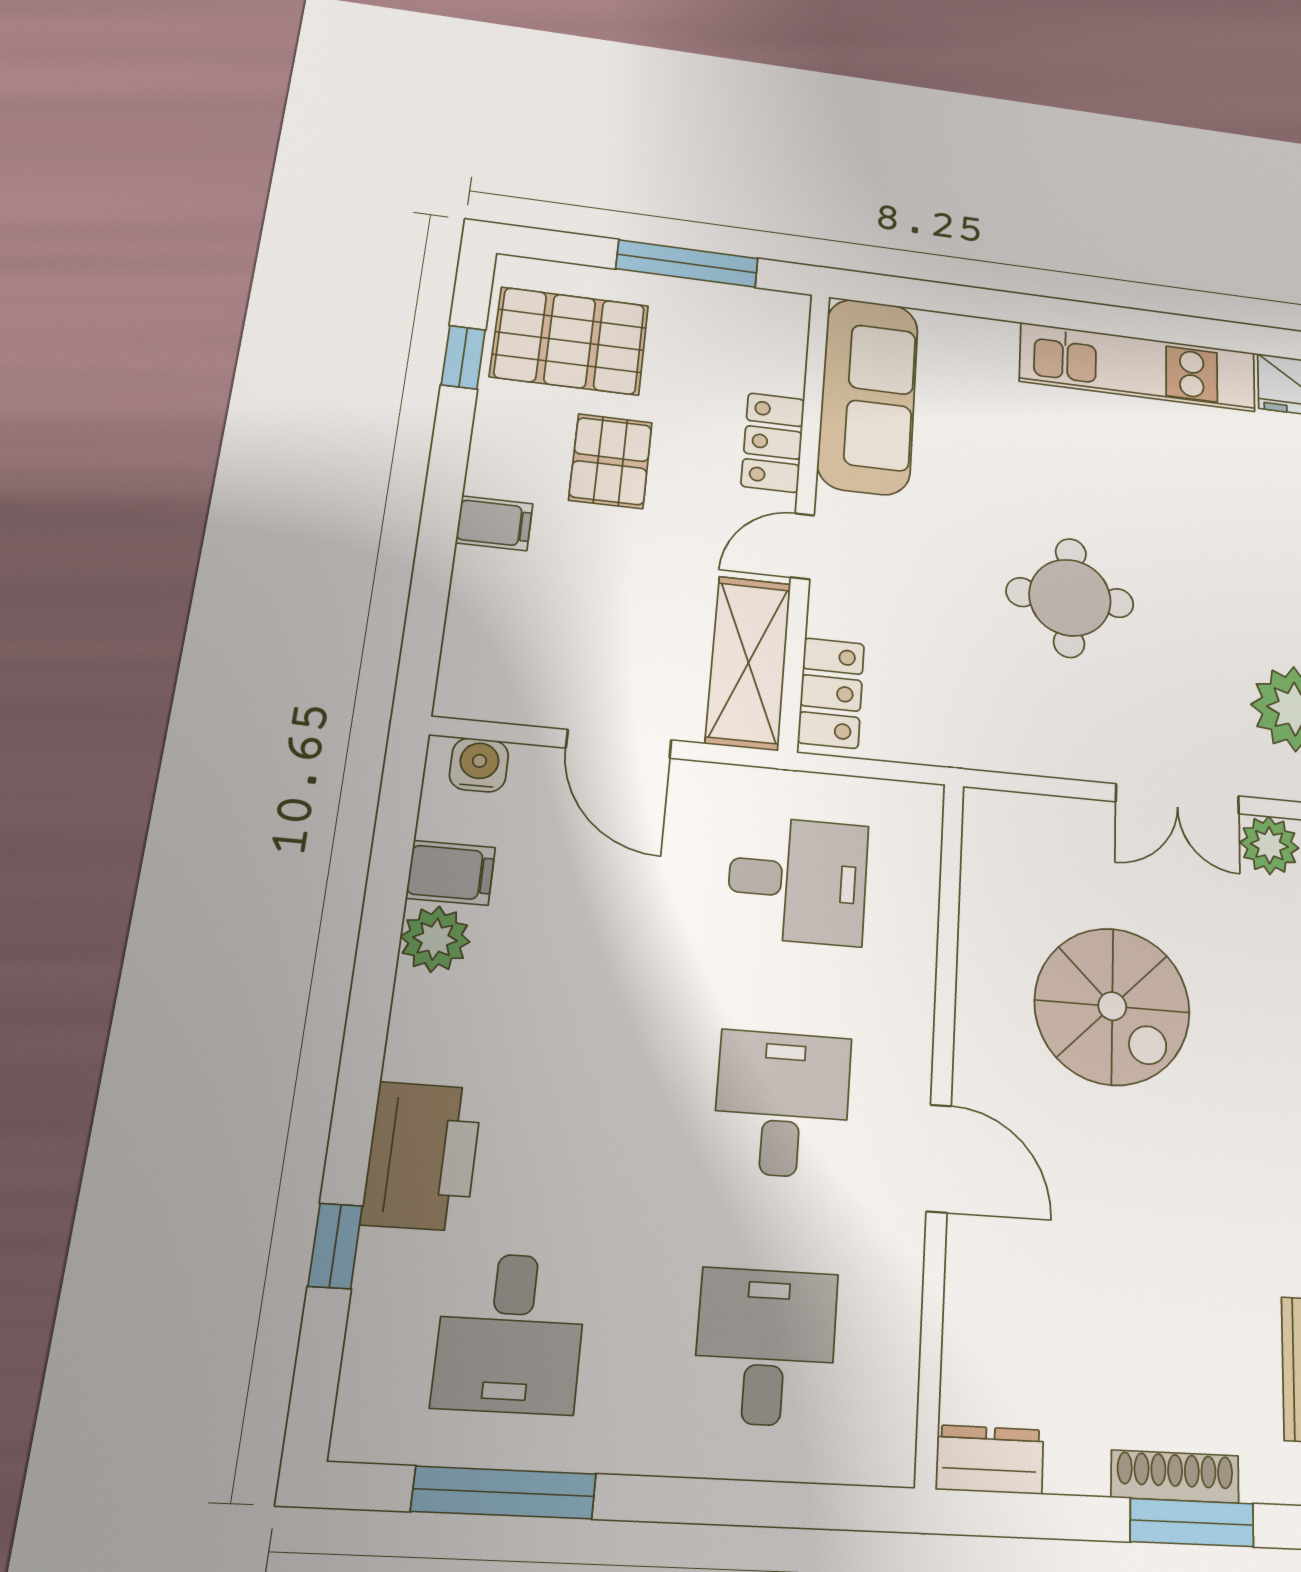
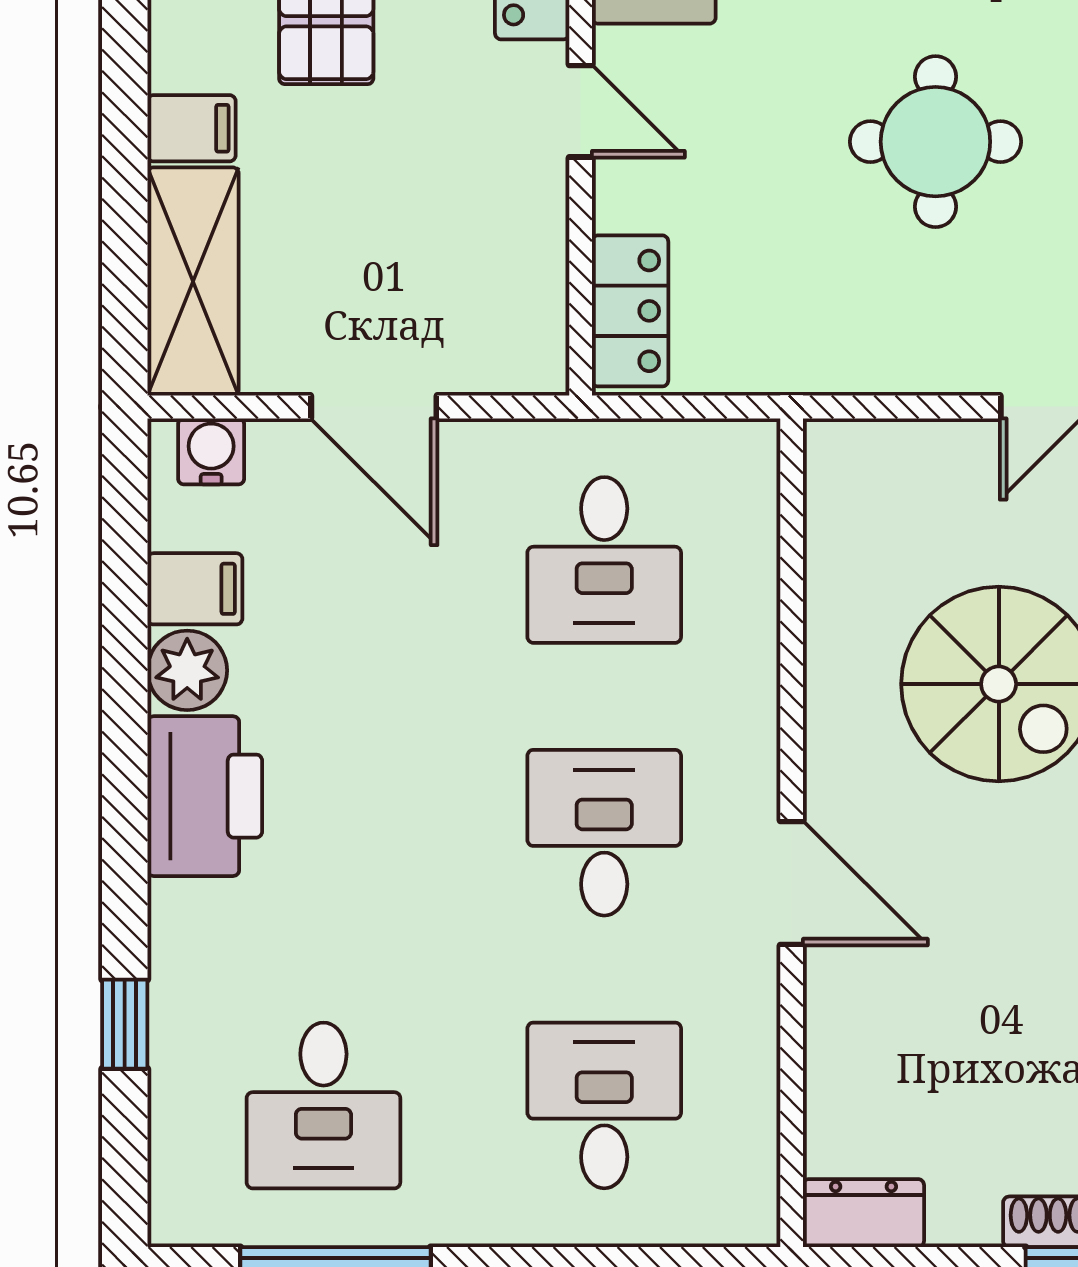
door: (802, 546) -> (581, 111), swing flipped
shelving: (748, 663) -> (193, 282), moved
desk: (798, 880) -> (604, 560), turned 90
printer: (422, 1156) -> (205, 796), moved

